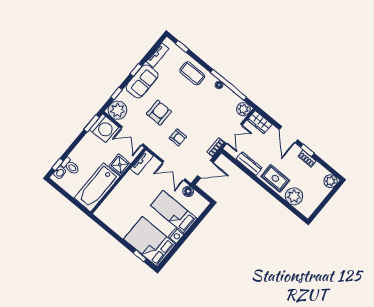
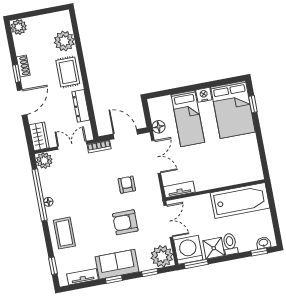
shower: (120, 165) -> (214, 248), moved
toilet: (70, 166) -> (230, 244), moved

